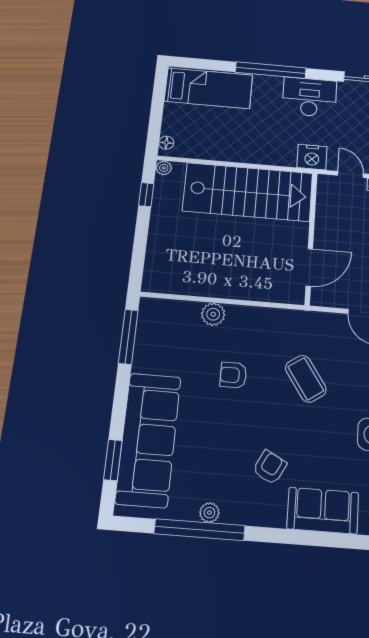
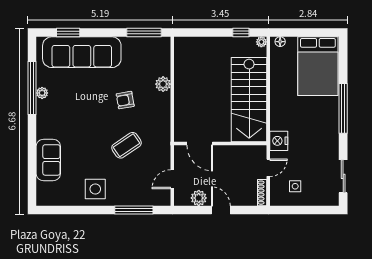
bed: (209, 88) -> (318, 66), width x1.50
desk: (309, 97) -> (324, 137), removed
armchair: (233, 375) -> (125, 100), turned -100
armchair: (270, 467) -> (71, 127), removed

